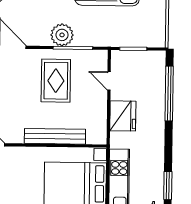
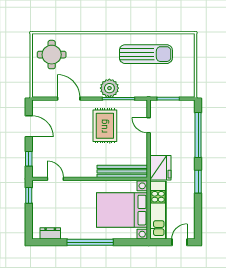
fridge: (123, 116) -> (160, 168), moved
bench: (55, 136) -> (122, 171), moved
window: (168, 185) -> (198, 182), moved

